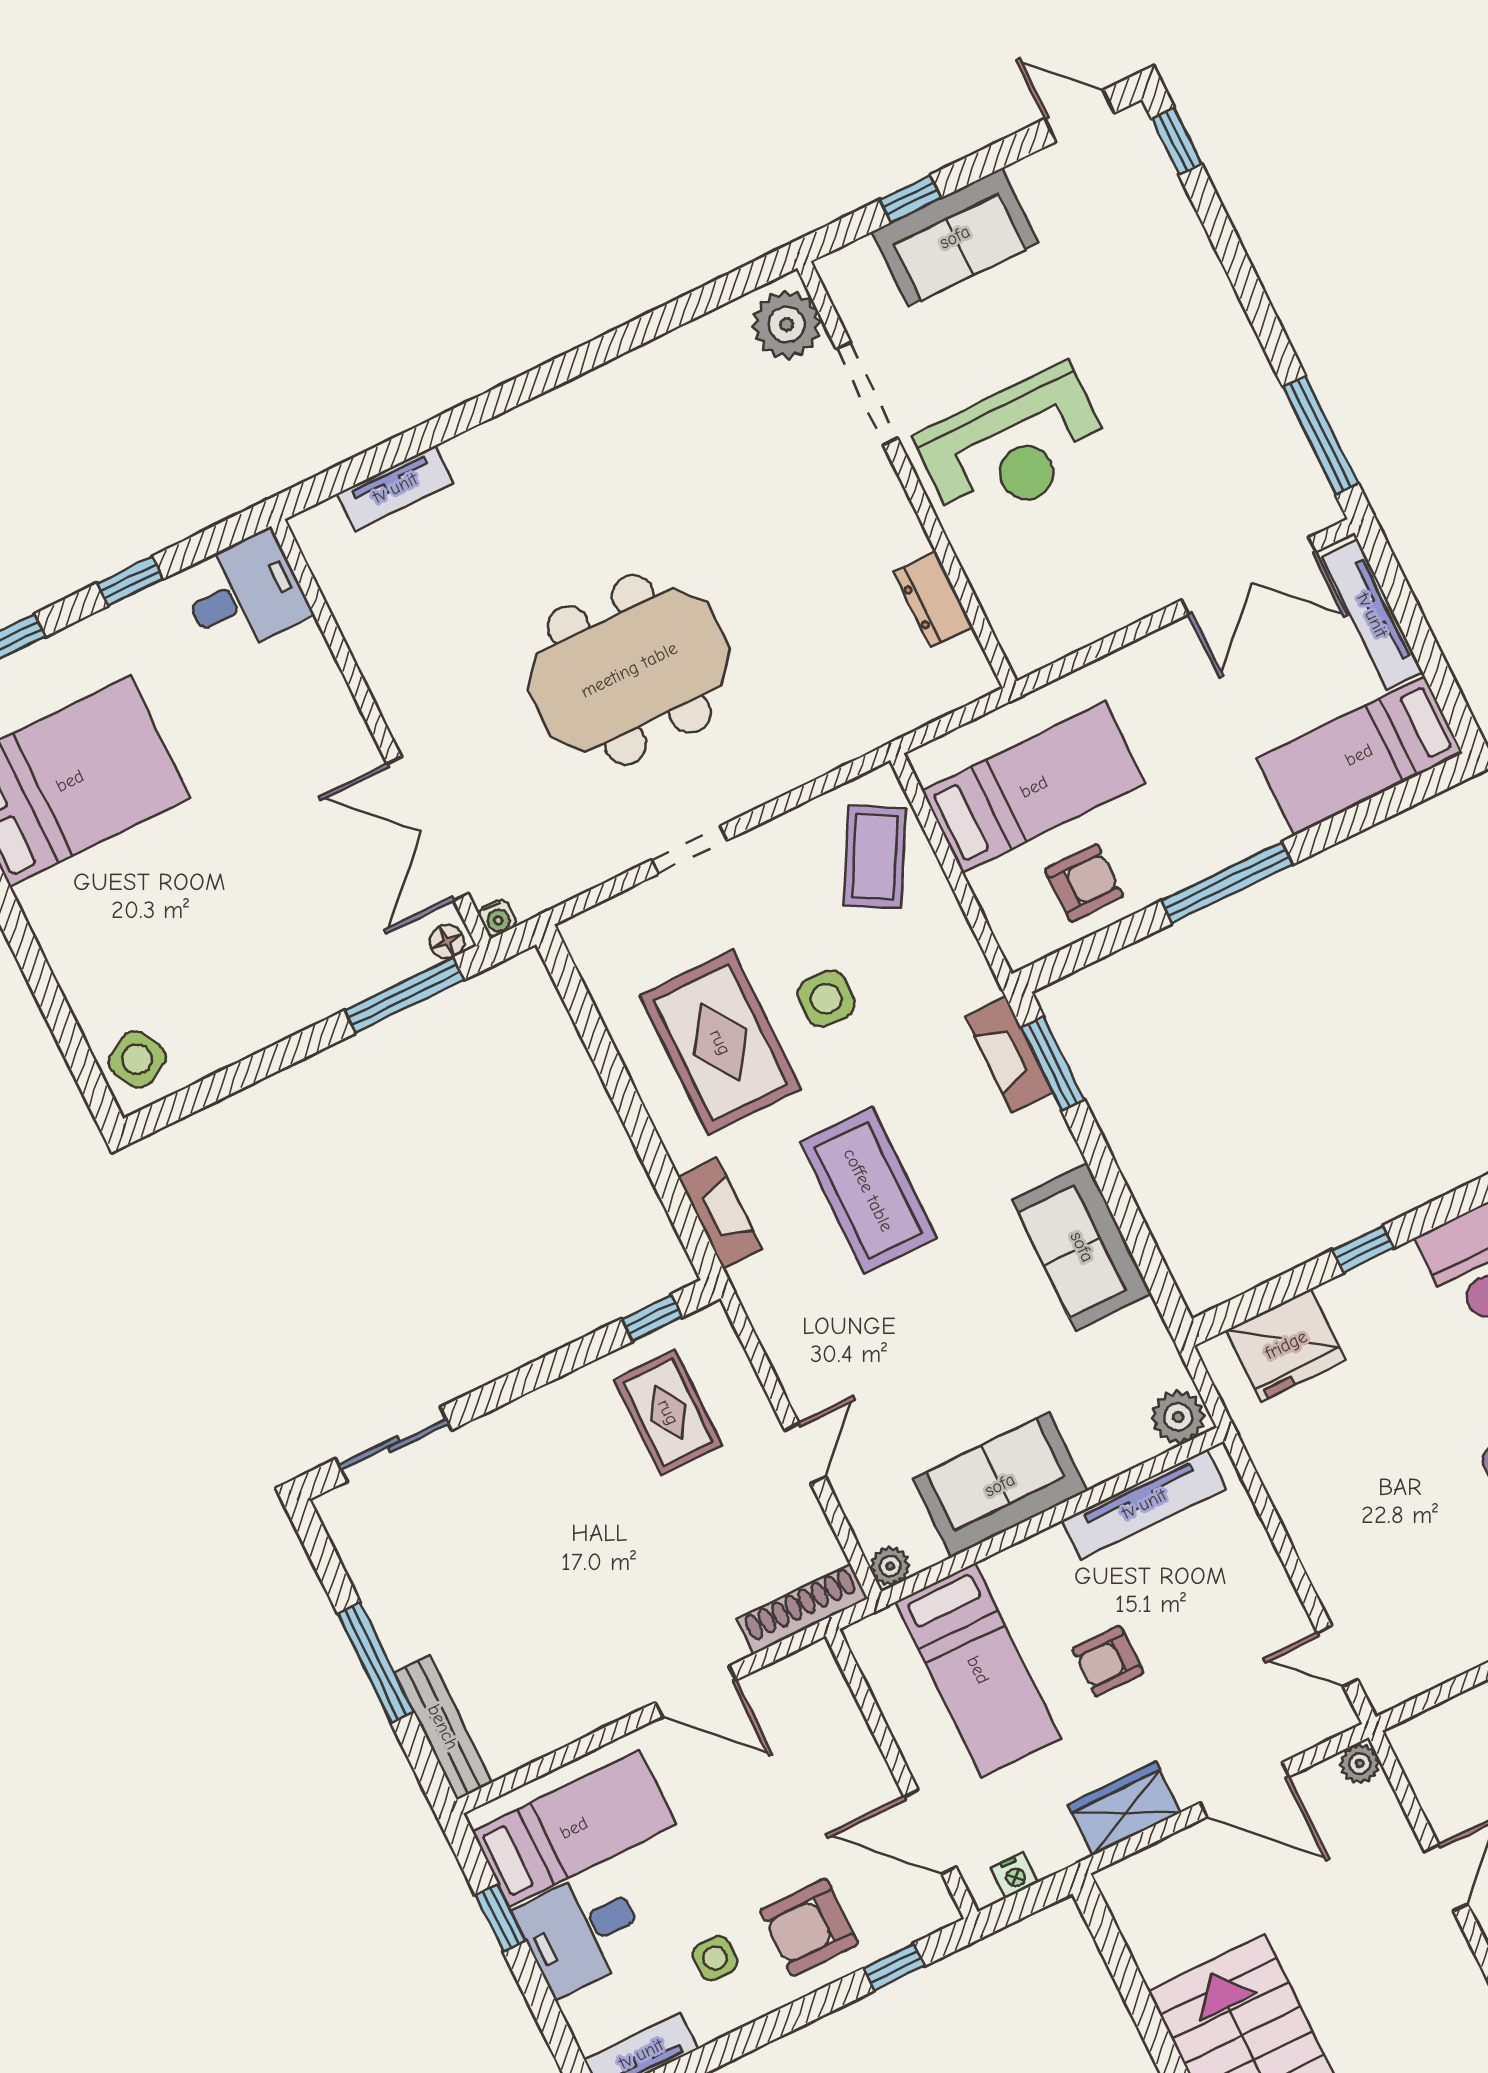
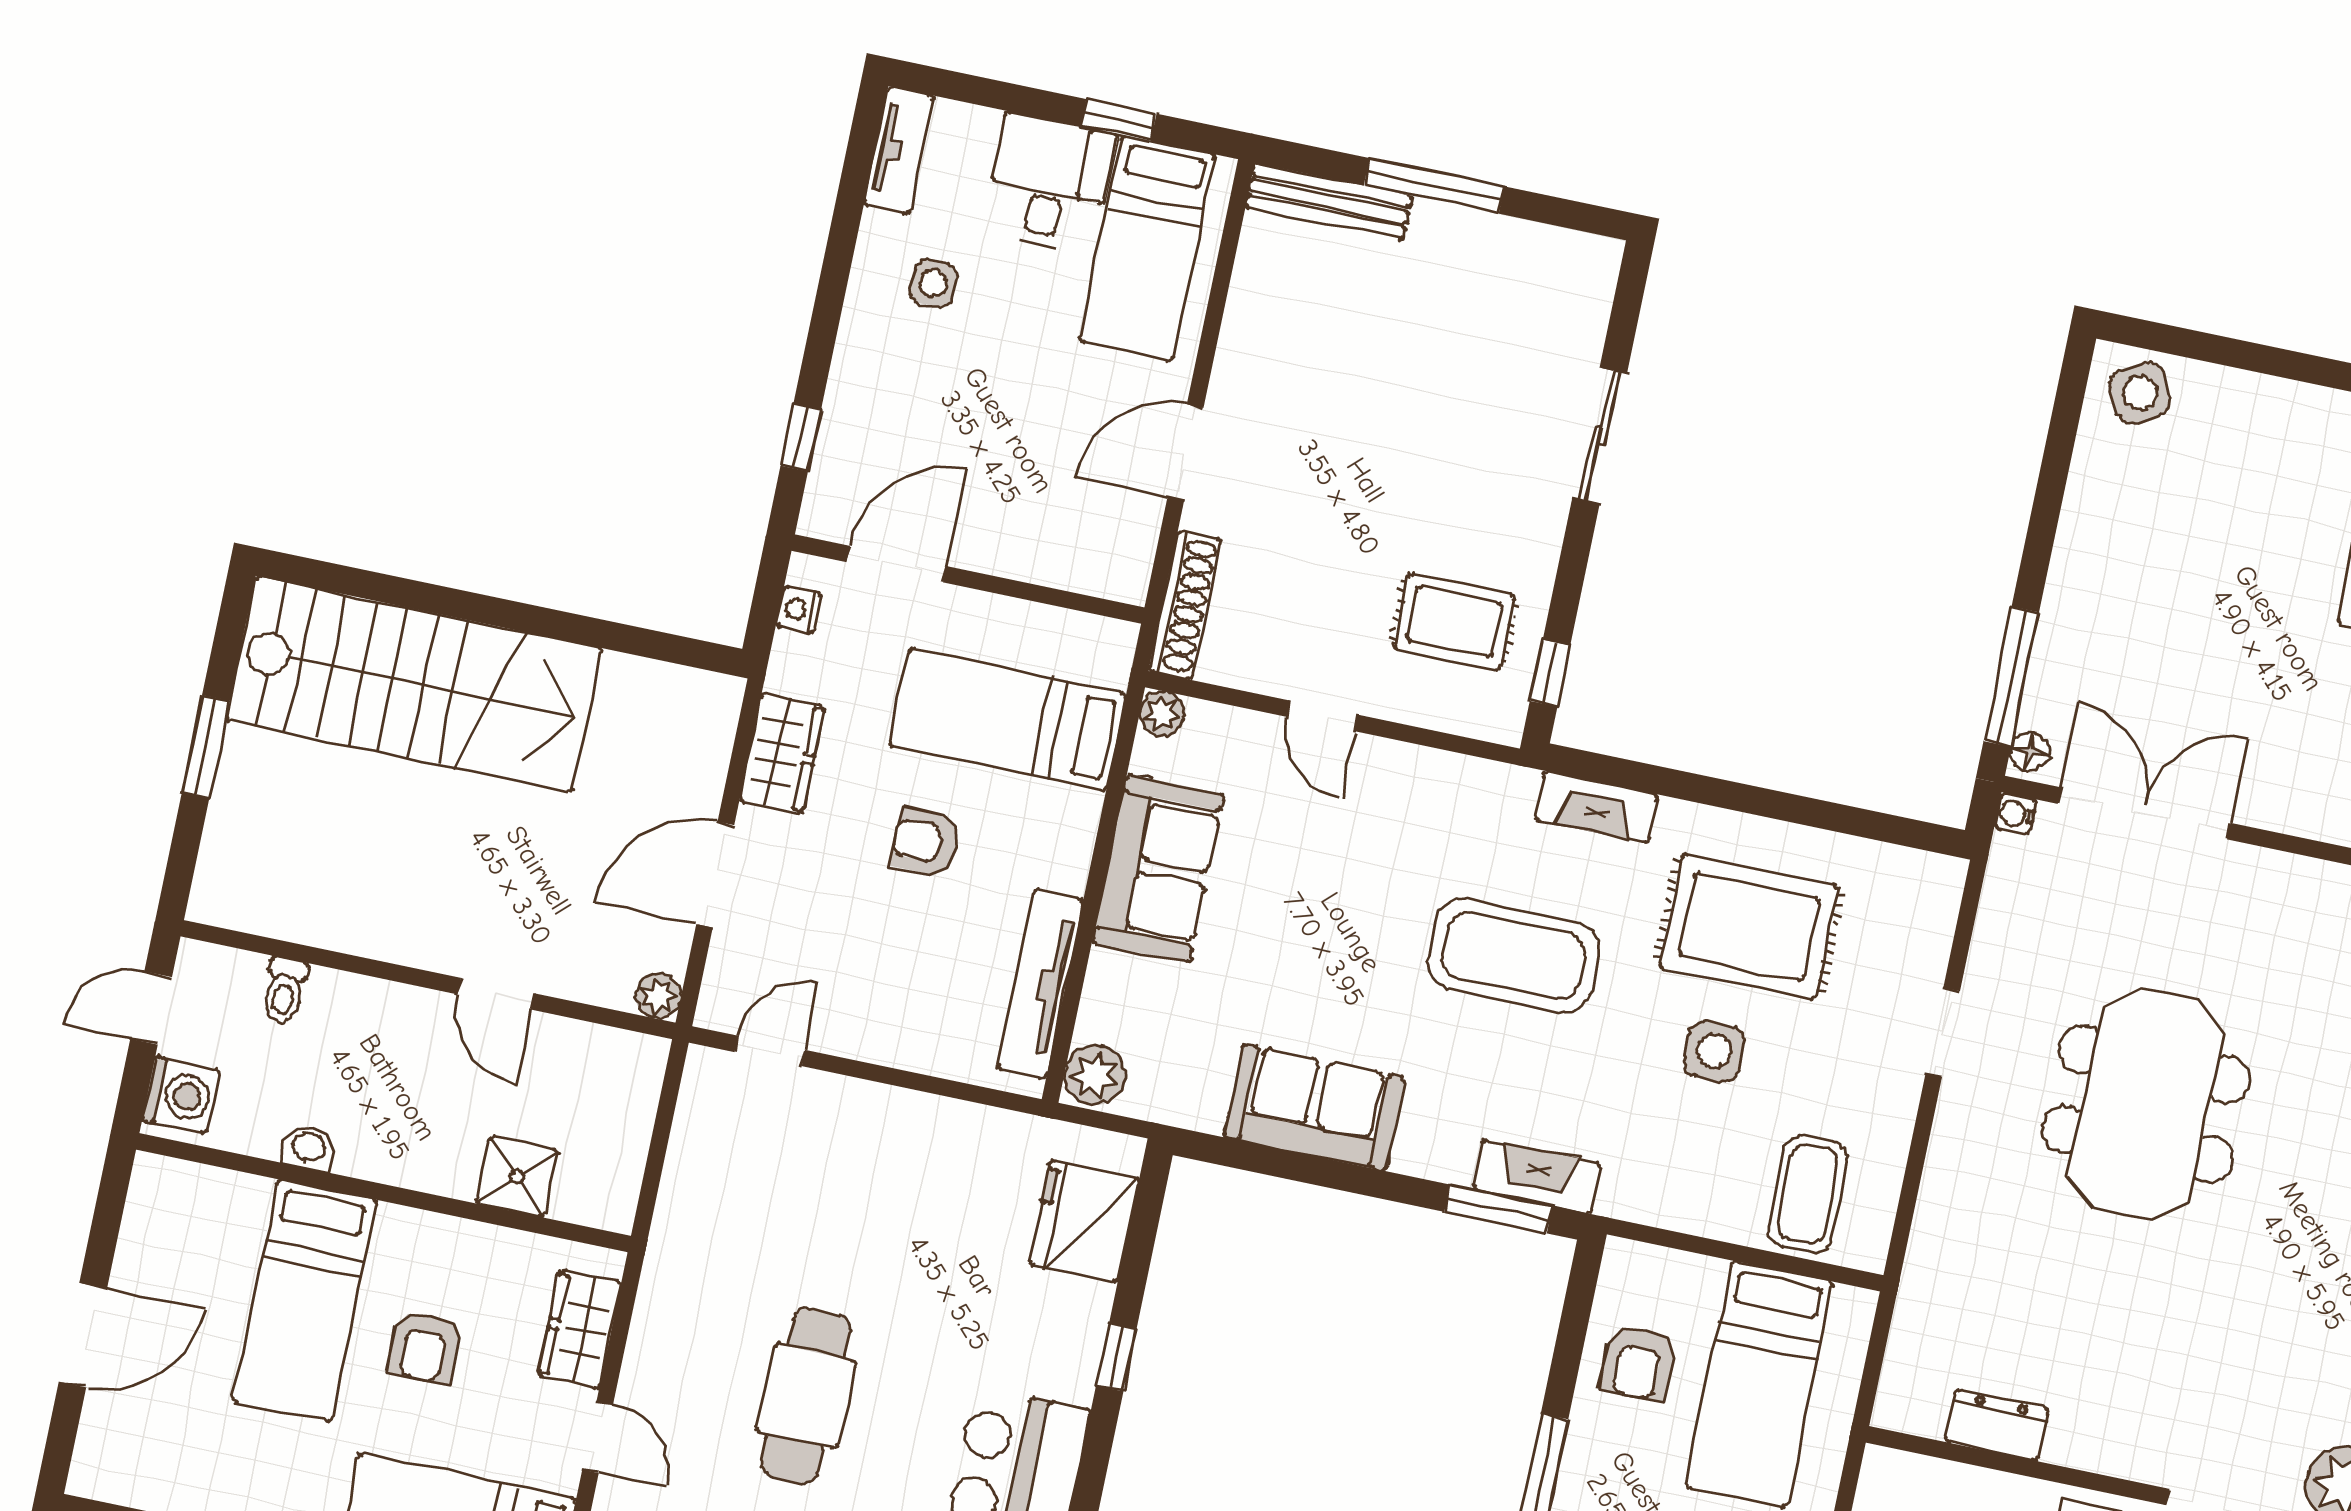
coffee table: (875, 857) -> (1808, 1194), turned 60
sliding door: (394, 1444) -> (1600, 436), moved
armchair: (1108, 1661) -> (925, 842), turned -90
armchair: (809, 1927) -> (895, 389), removed

